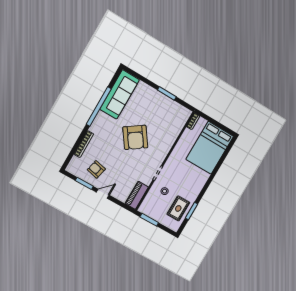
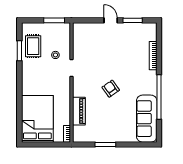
armchair: (135, 137) -> (111, 89), width x0.53, depth x0.53
armchair: (96, 169) -> (129, 39), removed
door: (103, 194) -> (111, 20), swing flipped
piano: (137, 195) -> (79, 111), moved

